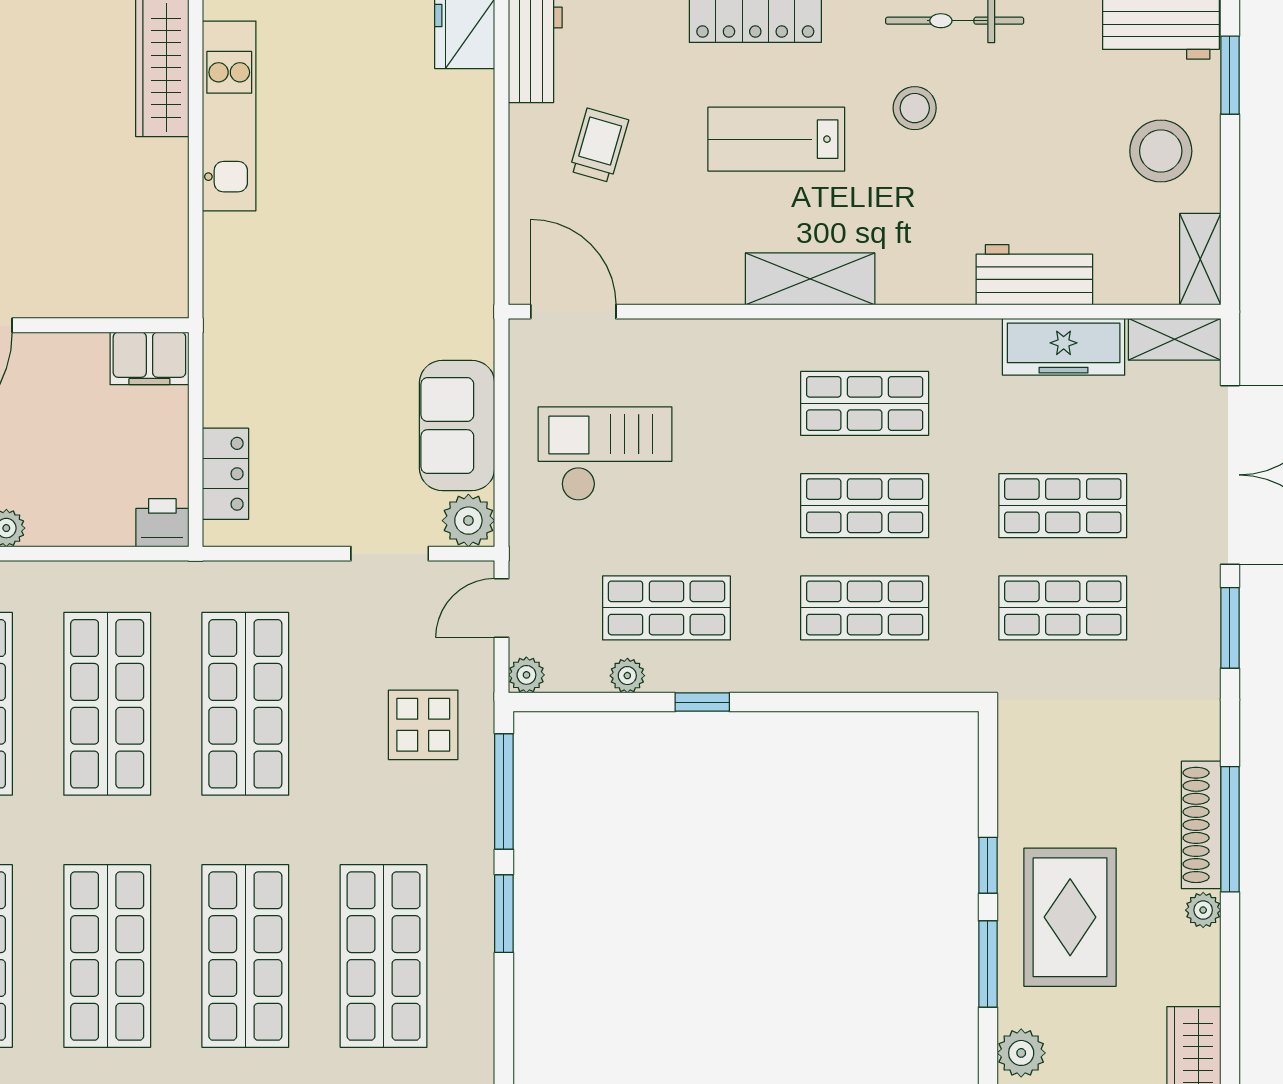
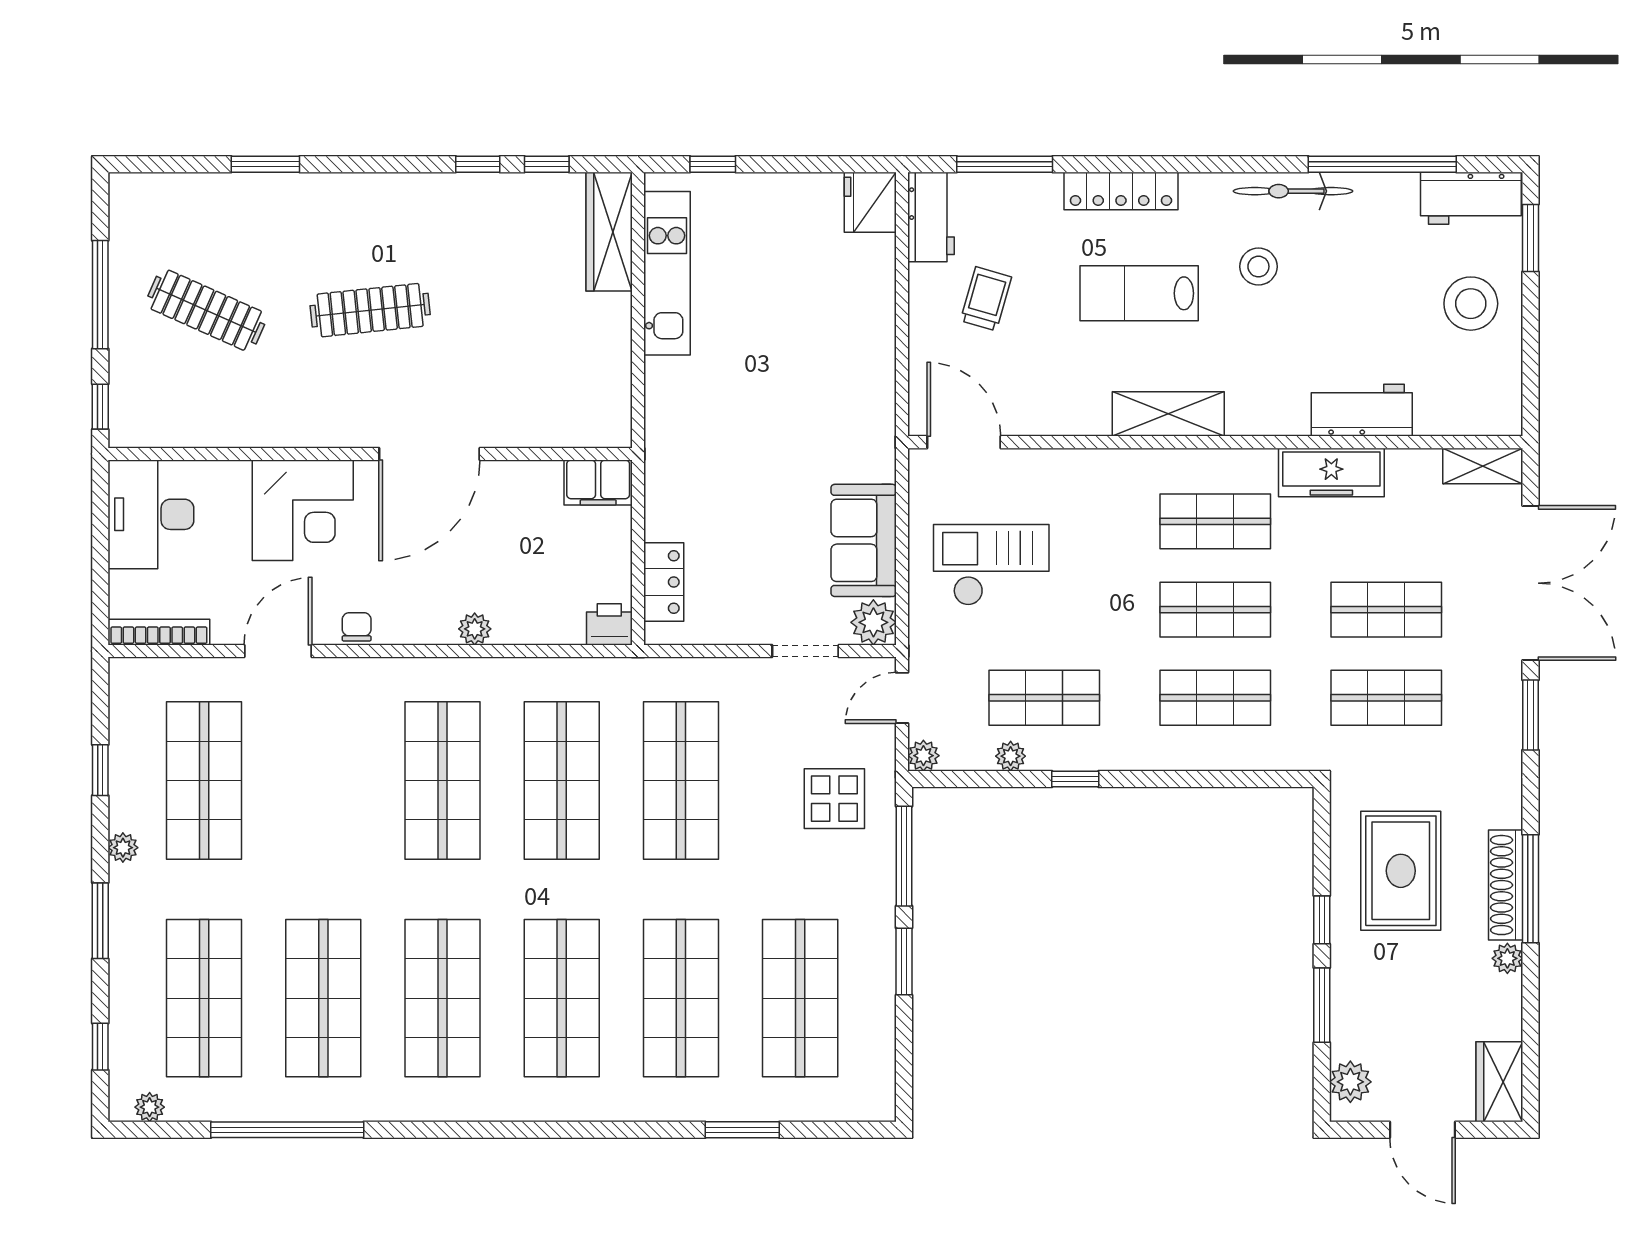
shelving: (1200, 259) -> (1505, 397), removed
freezer: (1064, 347) -> (1331, 473), moved
rug: (1070, 917) -> (1401, 871), moved

